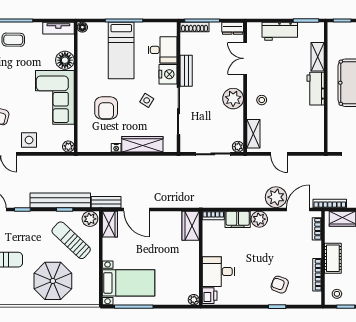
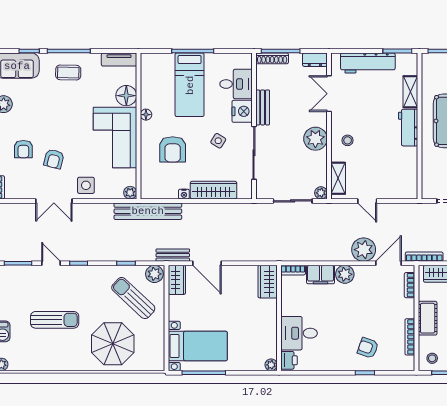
floor lamp: (82, 27) -> (146, 115), moved
workbench: (280, 31) -> (368, 63), width x1.38
bench: (60, 200) -> (148, 211), moved

